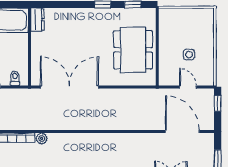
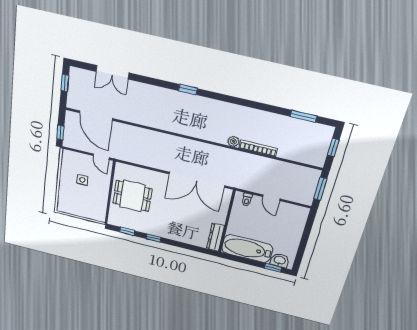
dresser: (37, 20) -> (215, 237), width x1.44
dining table: (133, 50) -> (132, 196), width x0.73
door: (188, 87) -> (101, 157), moved

